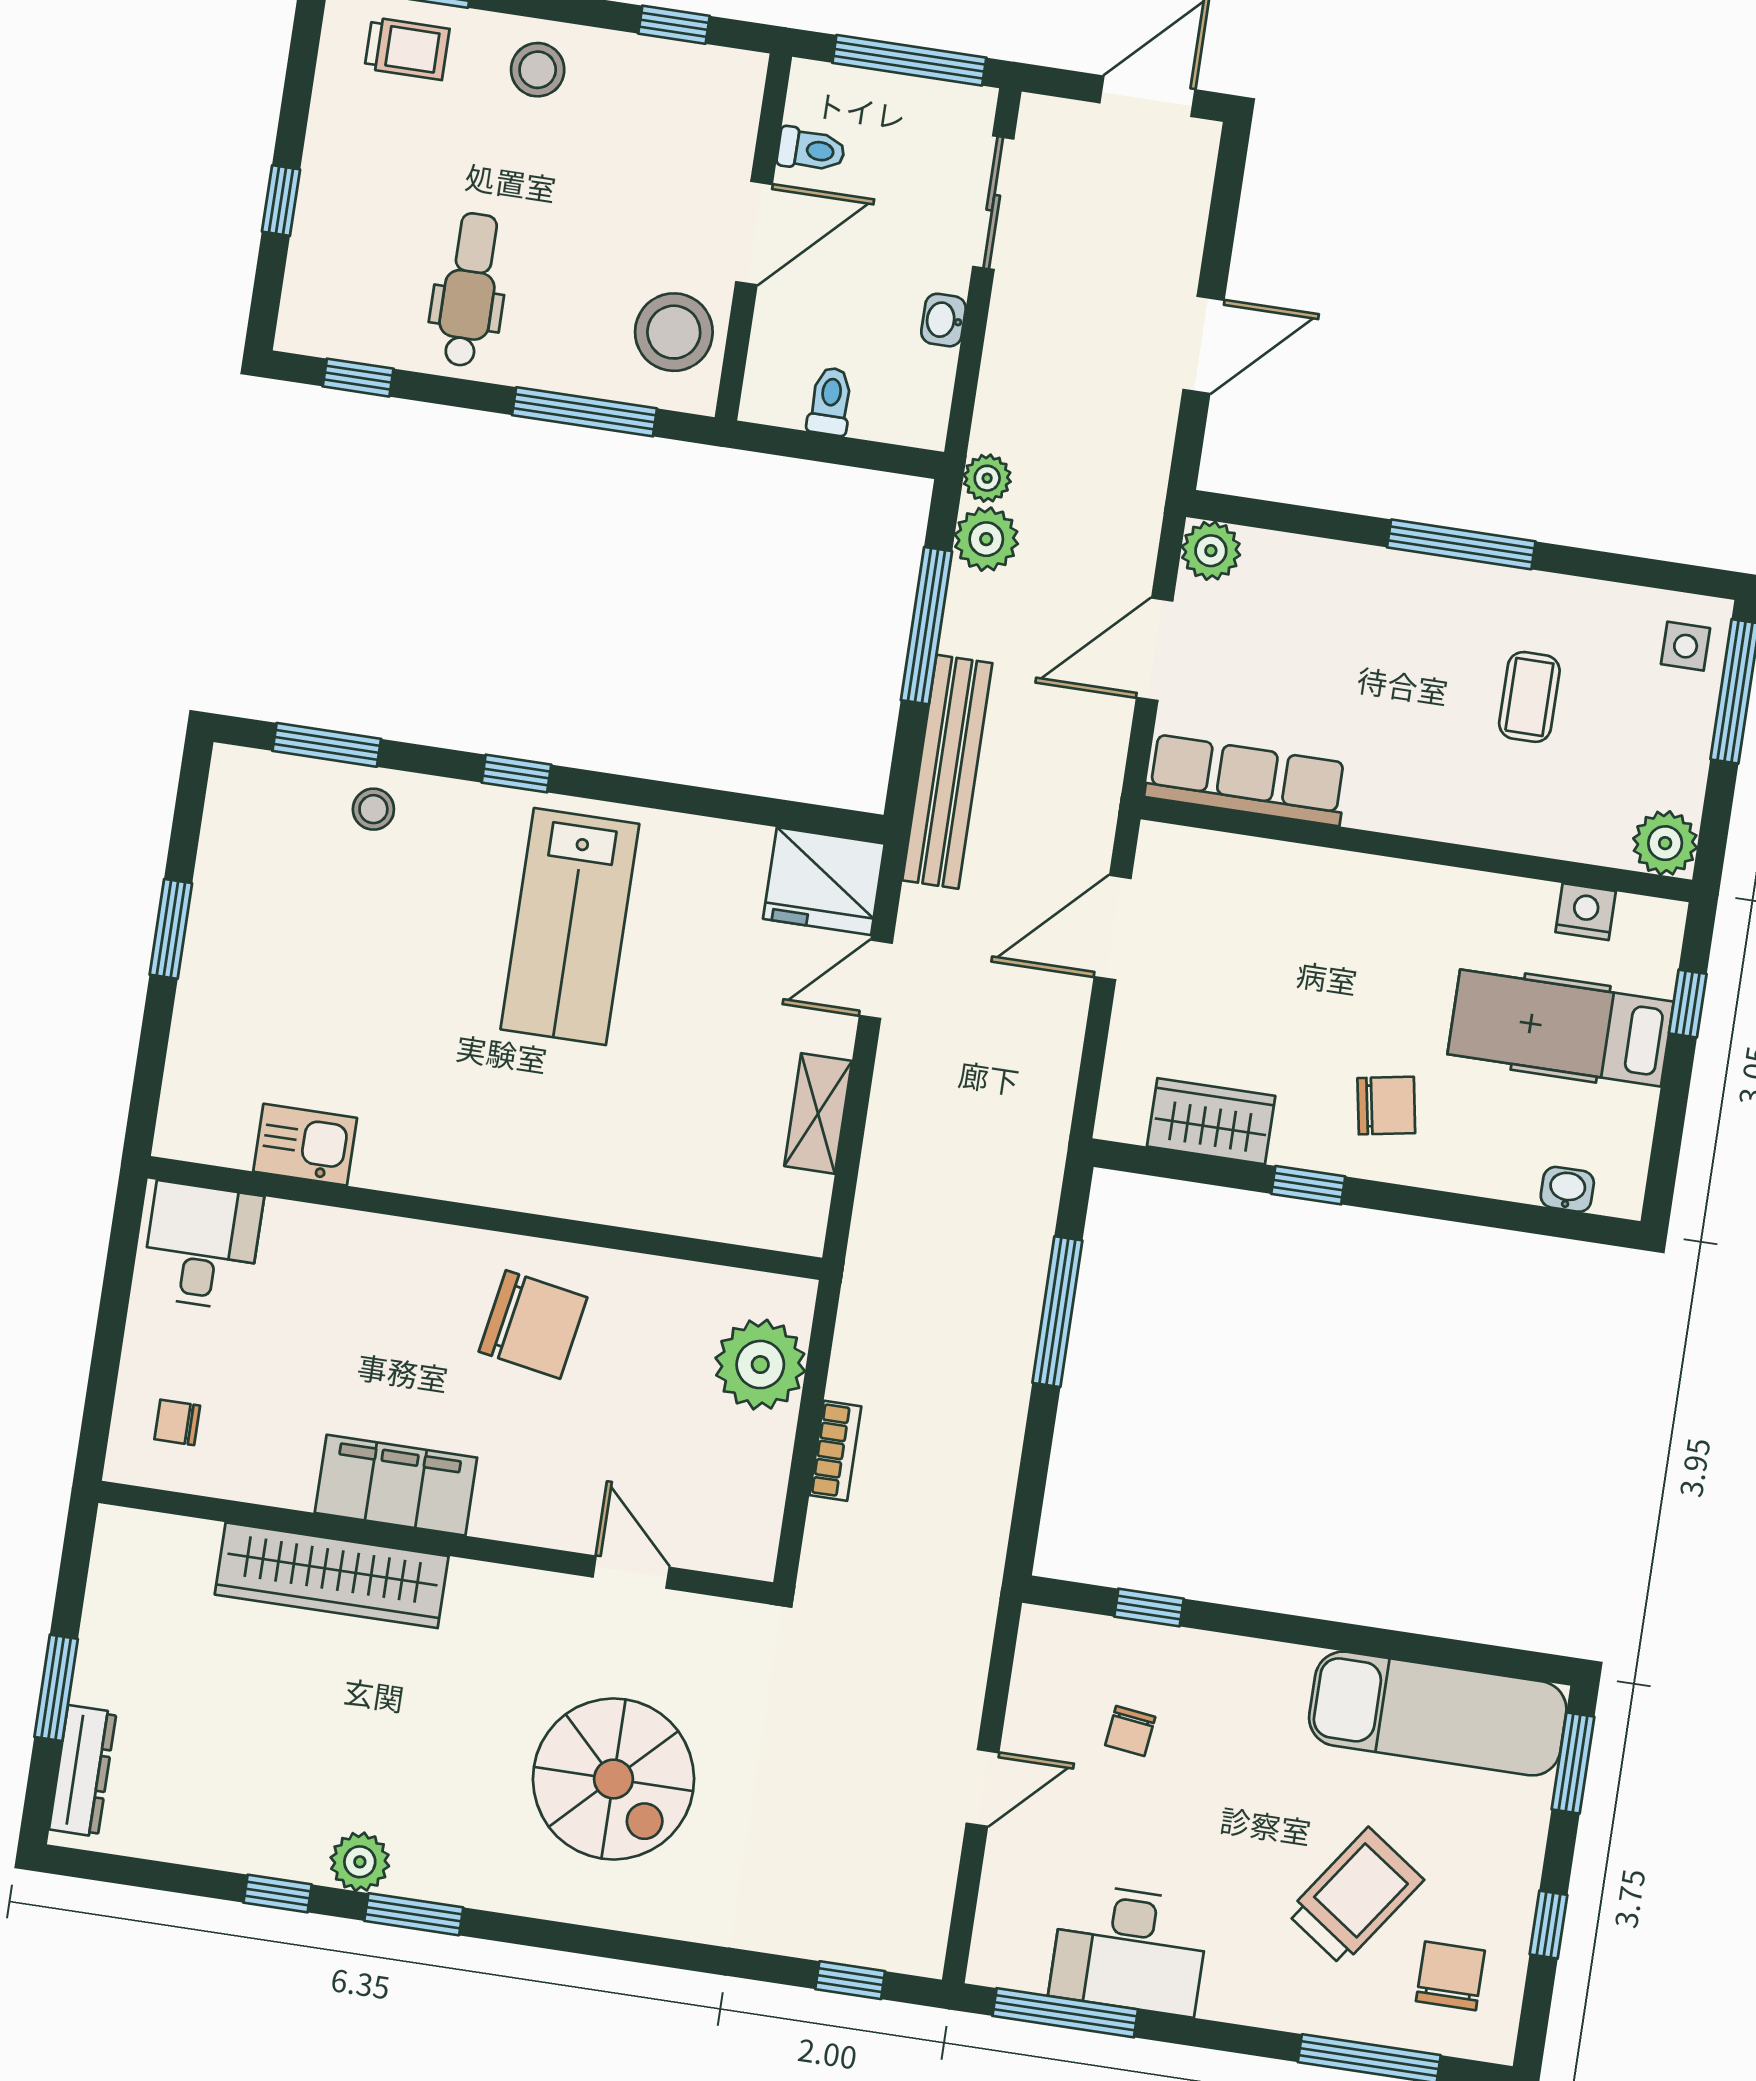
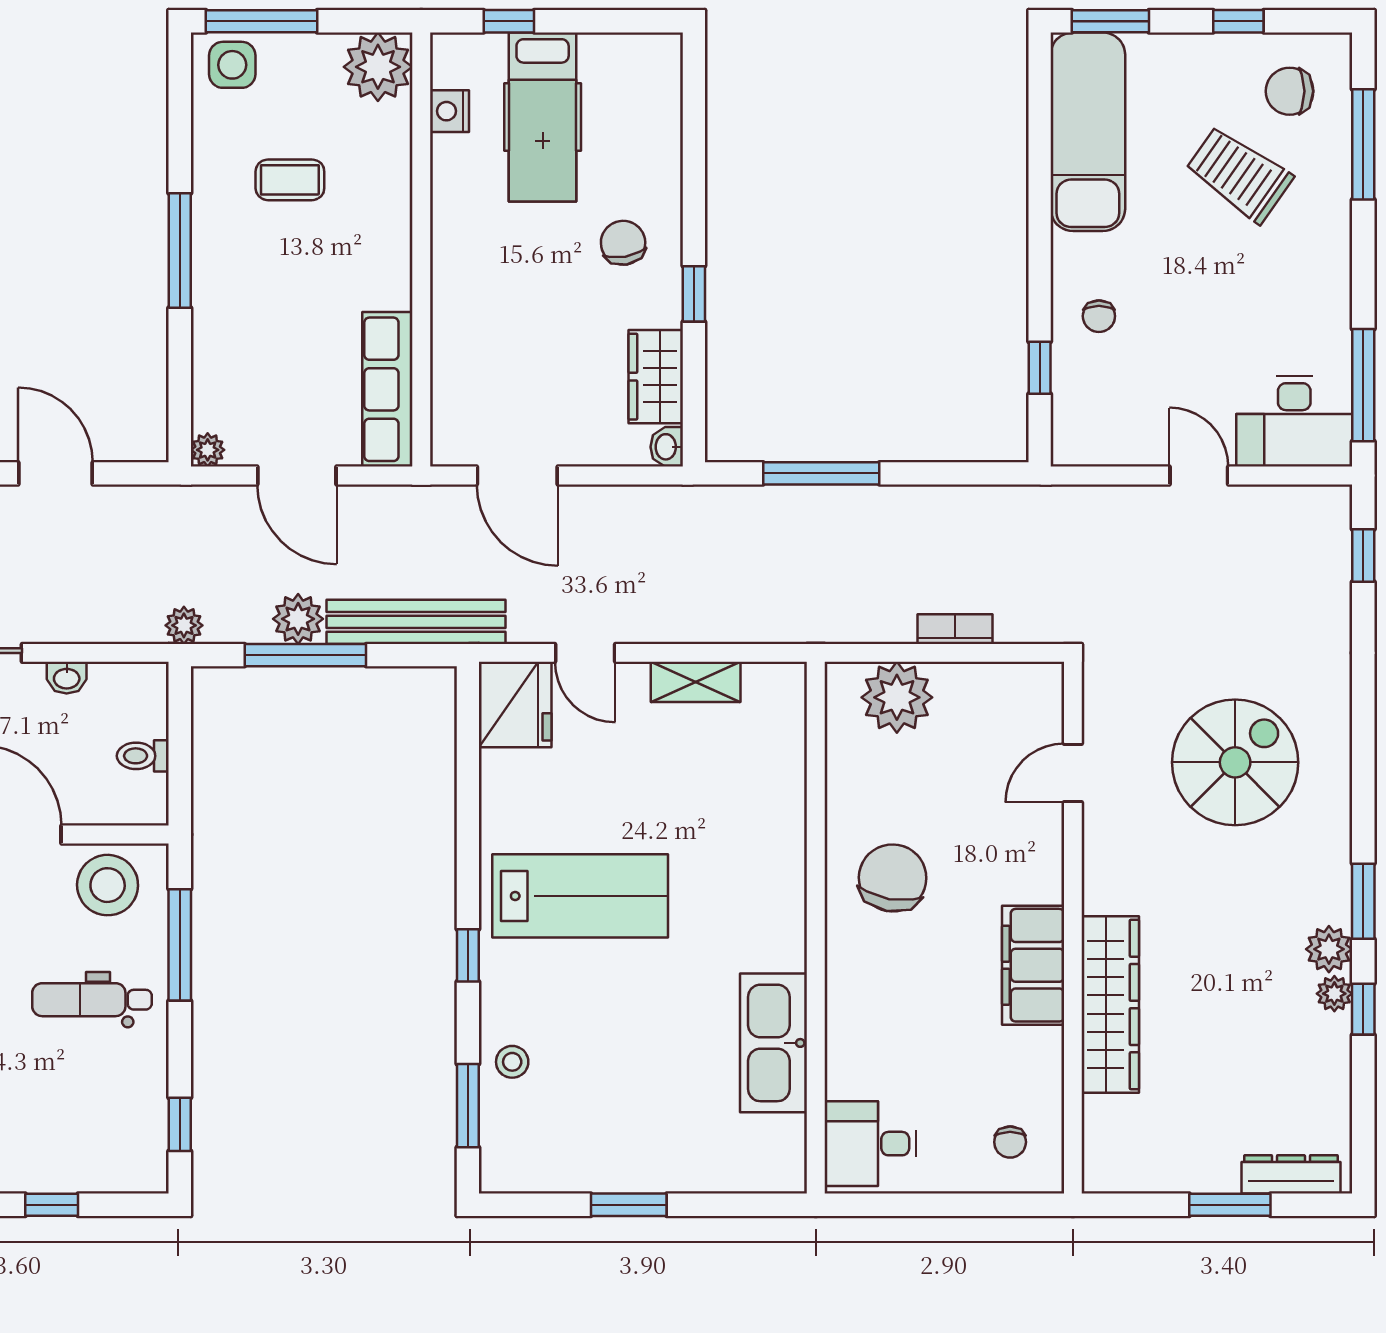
dental chair: (469, 290) -> (92, 1000), moved
plant: (986, 539) -> (298, 619), moved
plant: (1211, 551) -> (208, 450), width x0.73, depth x0.73
side table: (1686, 646) -> (232, 65), width x1.37, depth x1.37
plant: (1665, 843) -> (378, 67), width x1.36, depth x1.36
kitchen sink: (305, 1145) -> (774, 1043), width x1.87, depth x1.24
washbasin: (1567, 1189) -> (667, 447), moved
chair: (1130, 1731) -> (1099, 316), moved, turned 83
plant: (303, 1860) -> (1334, 994), added
desk: (1130, 1949) -> (1294, 421), moved, turned 90

